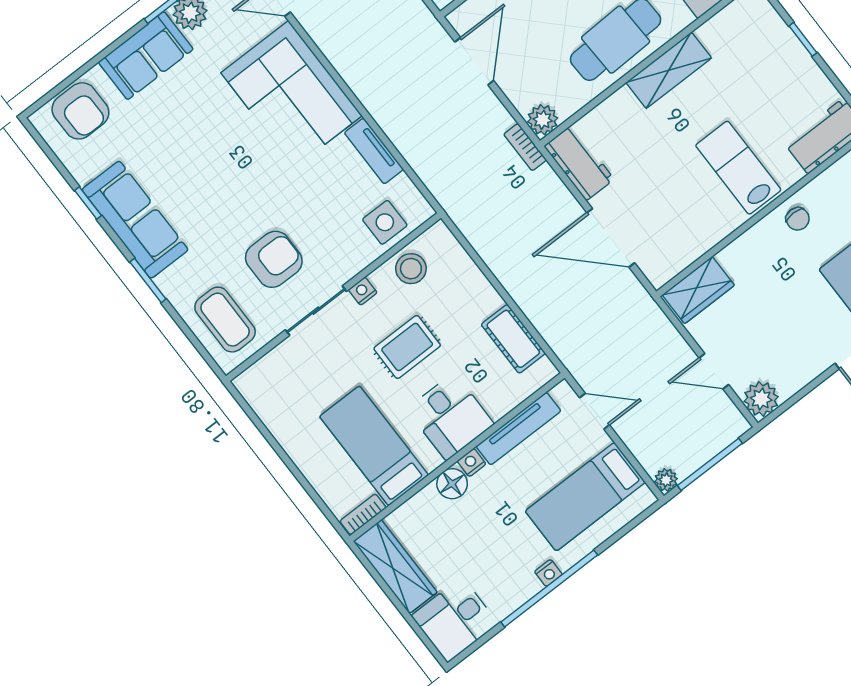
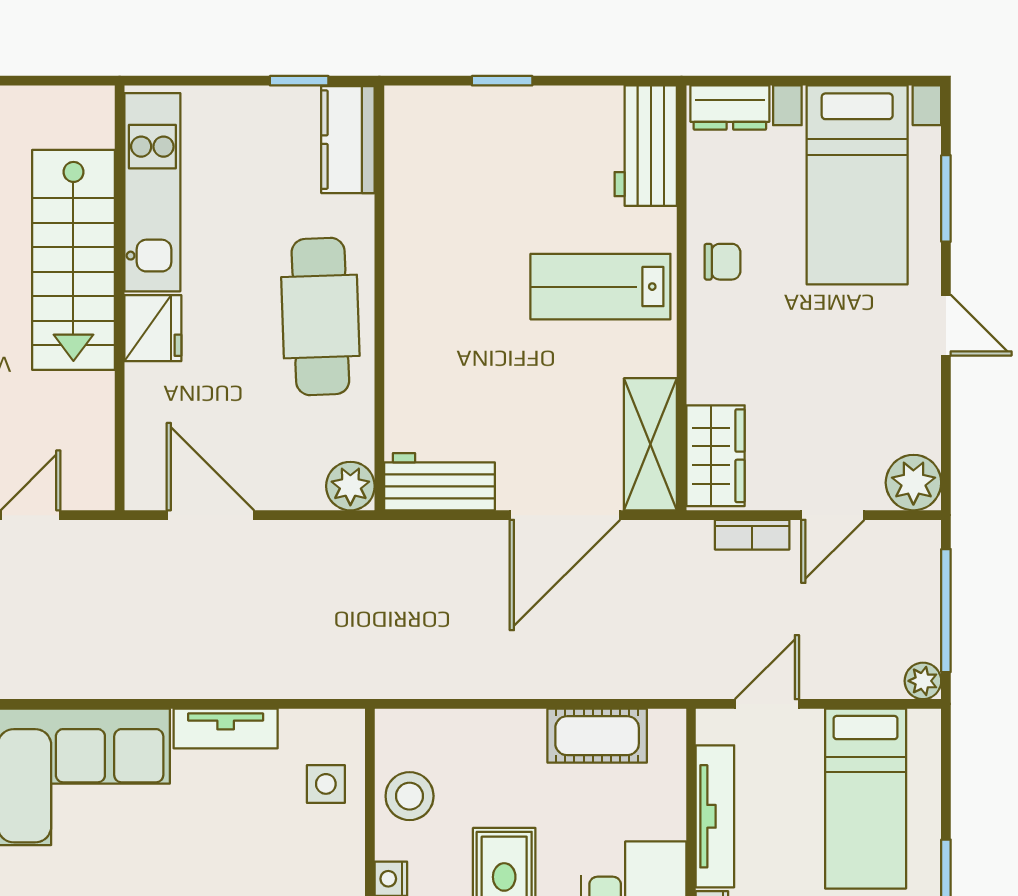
shelving: (669, 70) -> (650, 444), moved
bookcase: (525, 147) -> (752, 535), moved
side table: (385, 222) -> (326, 784), width x0.73, depth x0.73

